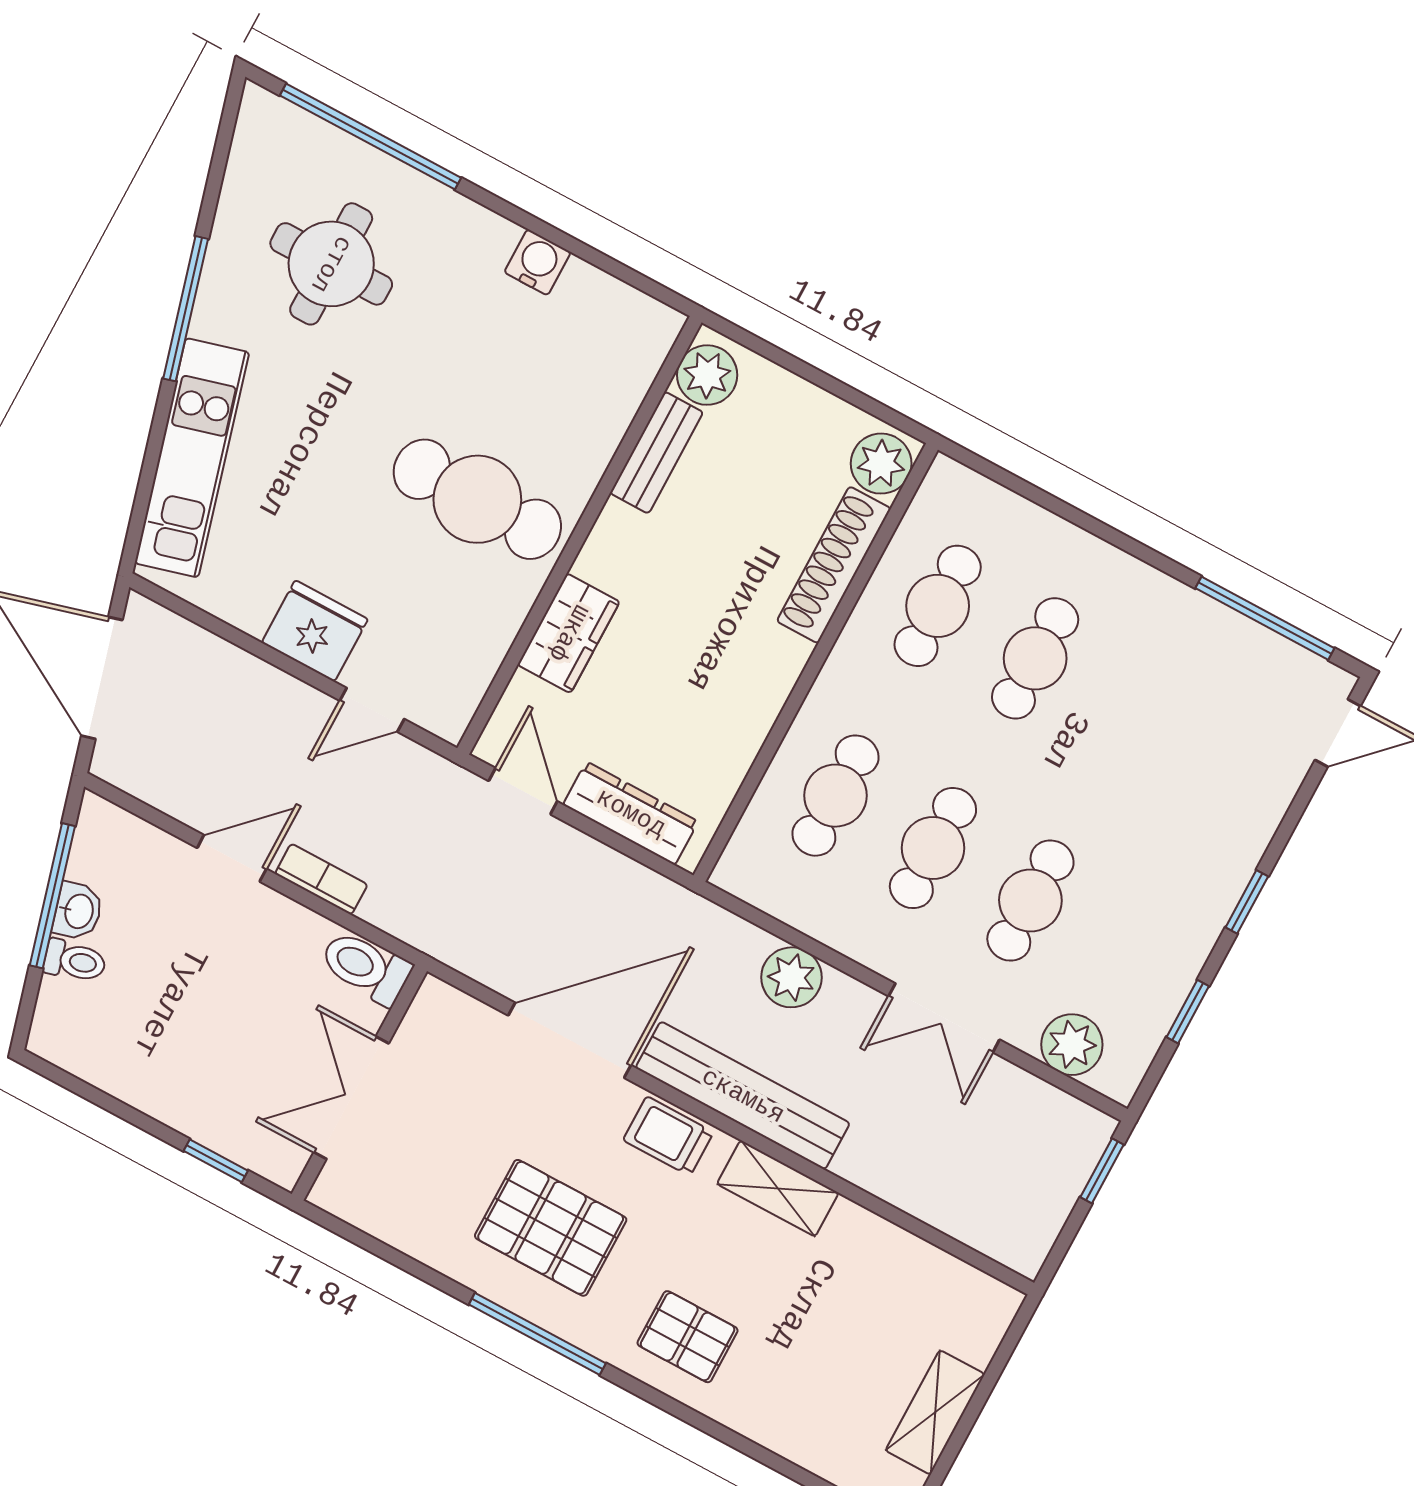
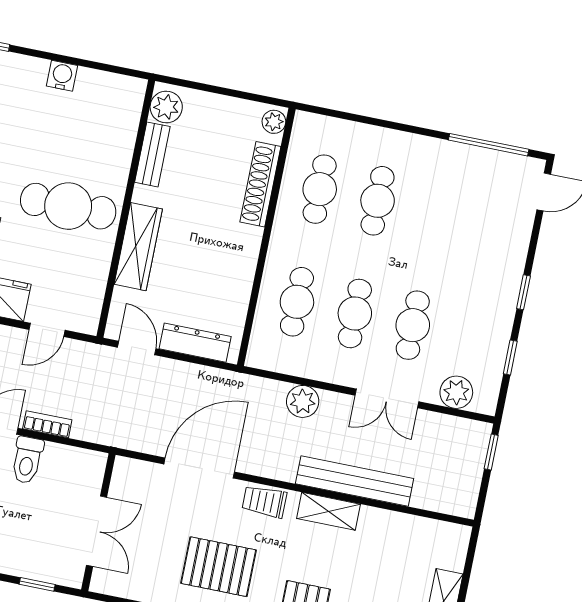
plant: (881, 464) -> (274, 122), width x0.73, depth x0.73
wardrobe: (569, 633) -> (138, 247), width x1.50
toilet: (366, 967) -> (27, 460), moved, turned -90
bench: (743, 1096) -> (355, 481), moved
double door: (351, 1098) -> (97, 531), swing flipped

